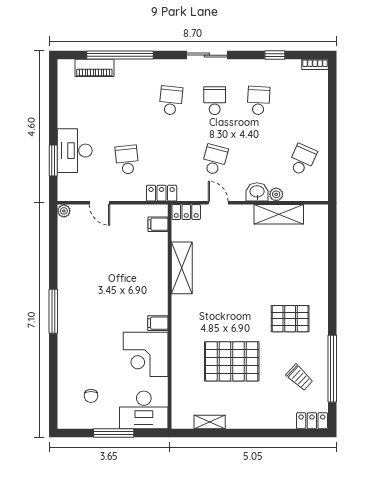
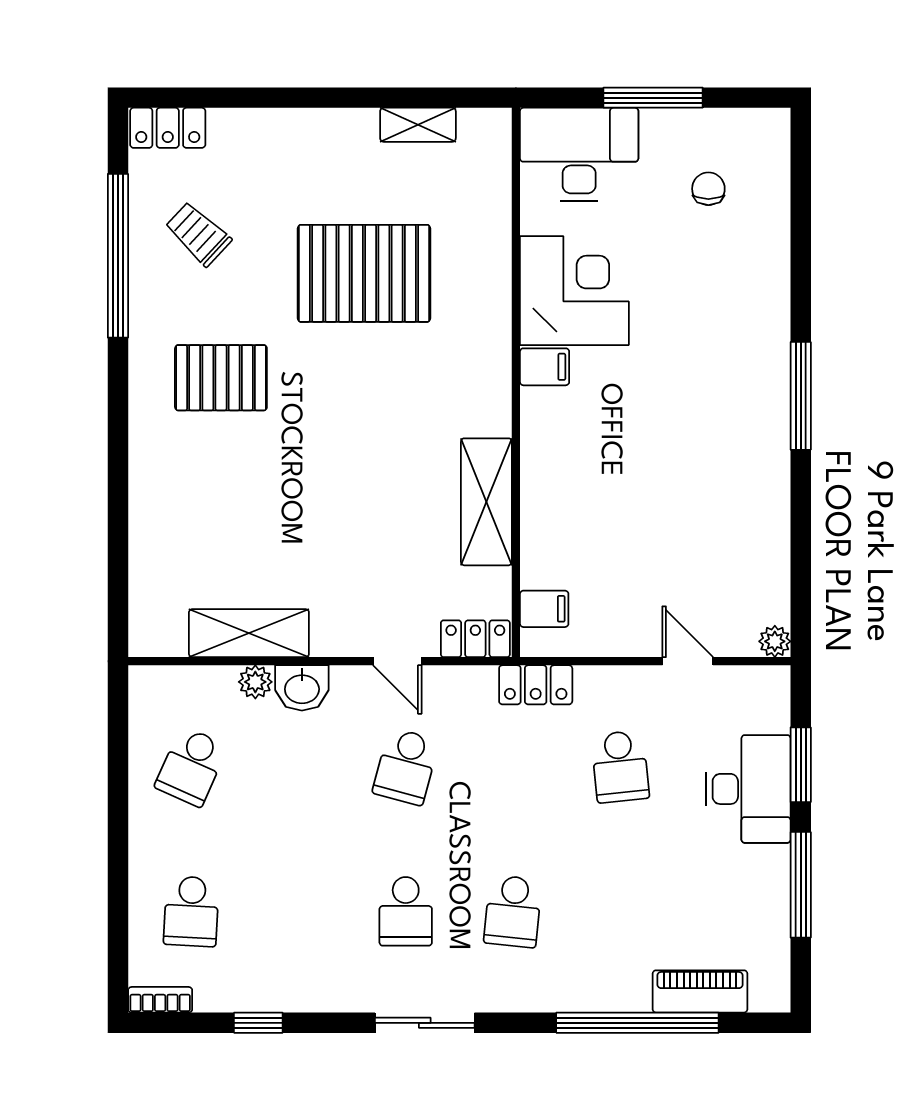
school desk: (258, 101) -> (191, 911), moved
window: (53, 111) -> (801, 885), added

